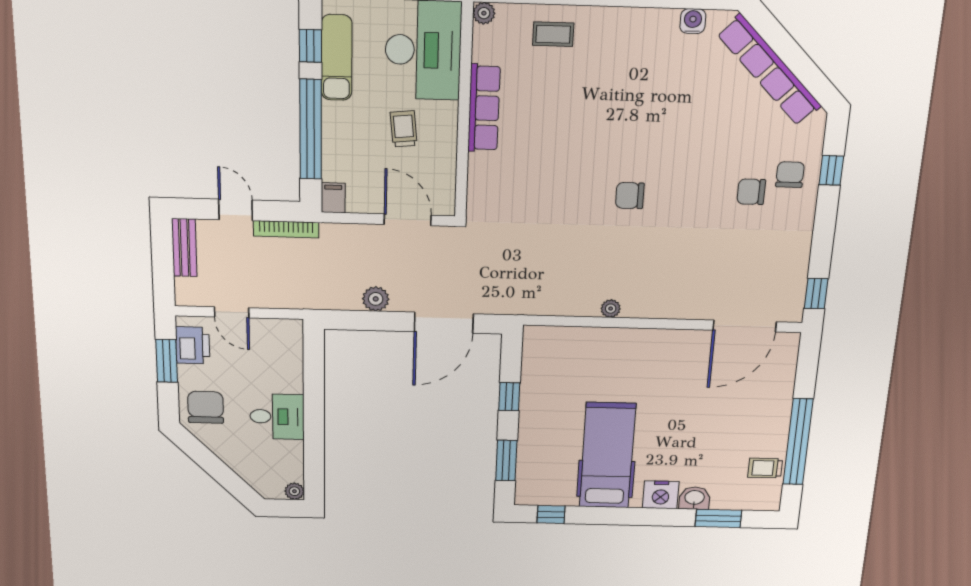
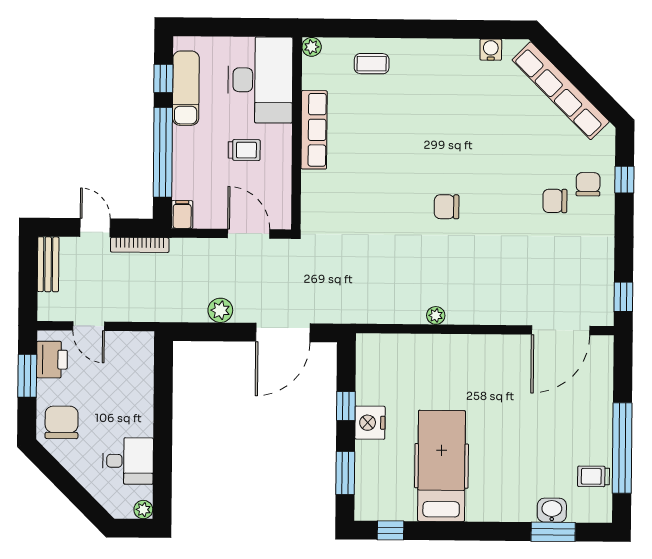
trolley: (404, 129) -> (244, 150), turned 96
desk: (277, 417) -> (128, 461), moved
nightstand: (661, 495) -> (370, 423), moved, turned 90
washbasin: (694, 498) -> (552, 510), moved

